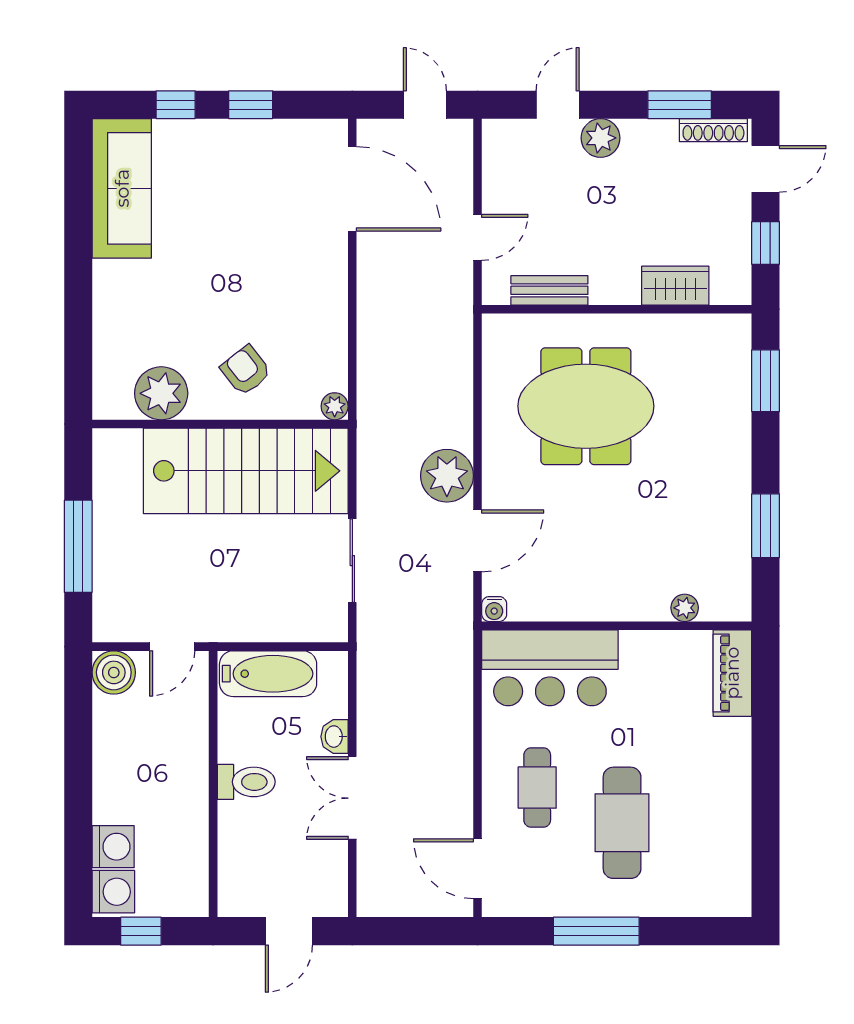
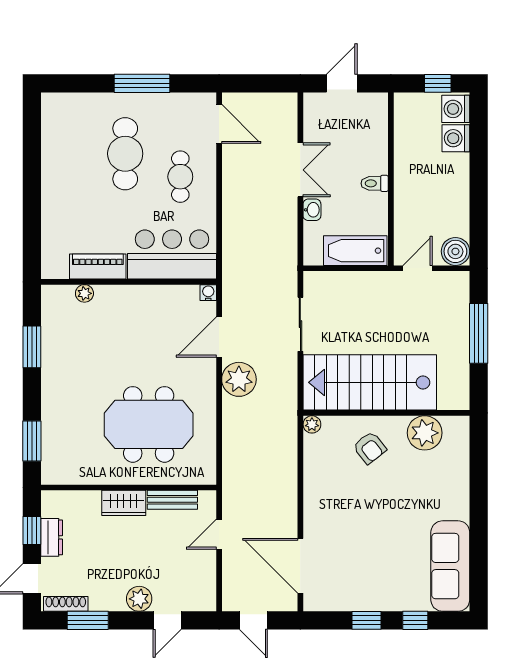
dresser: (735, 232) -> (52, 537), added
wardrobe: (675, 286) -> (124, 503), moved
piano: (732, 673) -> (98, 267), moved, turned -90
toilet: (246, 782) -> (375, 183), width x0.73, depth x0.72

